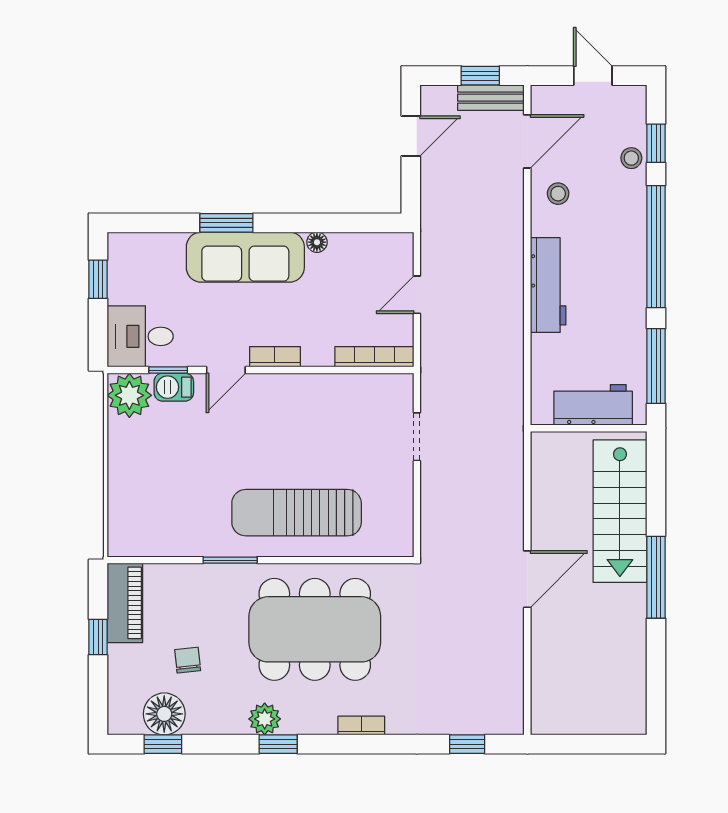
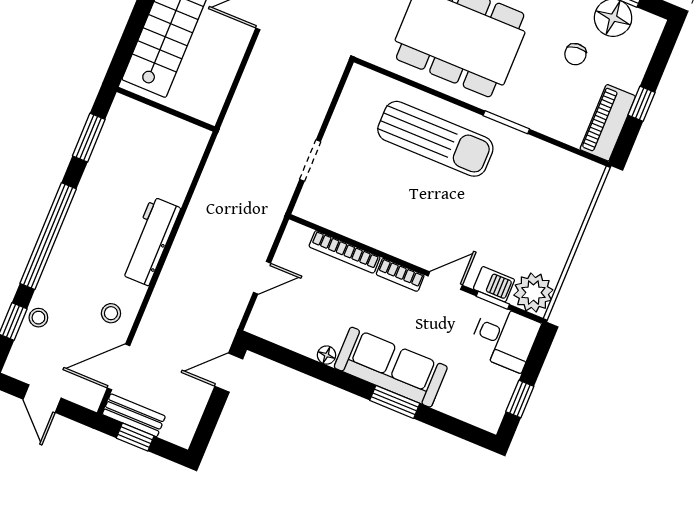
door: (411, 136) -> (229, 373), moved
bookcase: (374, 357) -> (345, 252), moved
window: (656, 366) -> (89, 138), width x0.69
workbench: (593, 405) -> (154, 127), removed

